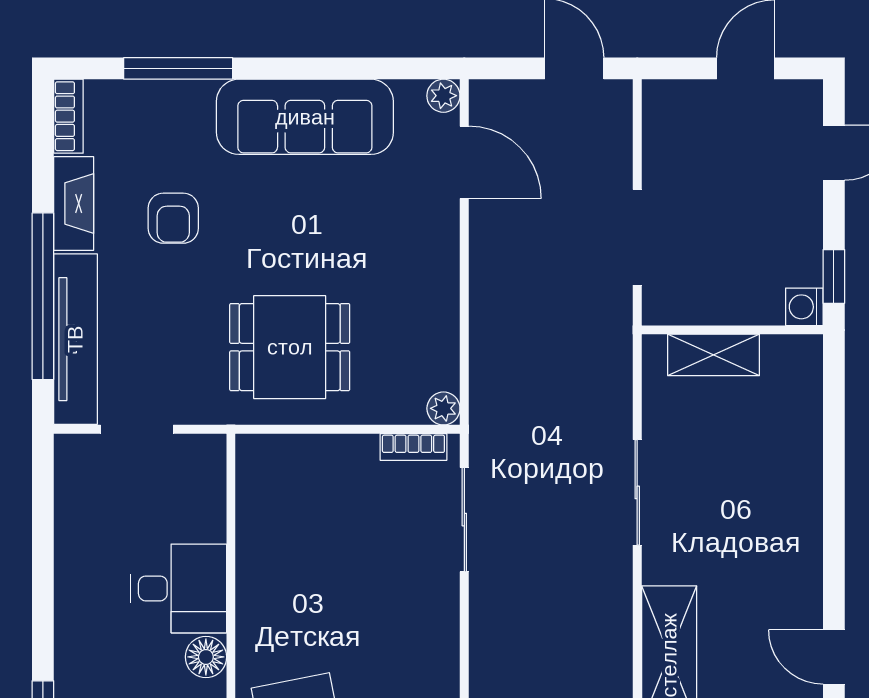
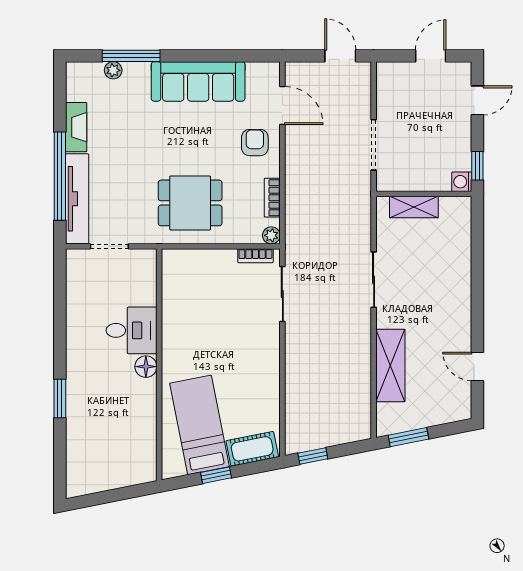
plant: (443, 96) -> (113, 70), moved
bookcase: (68, 116) -> (272, 198), moved, turned 180
armchair: (173, 218) -> (255, 143), moved, turned 180

